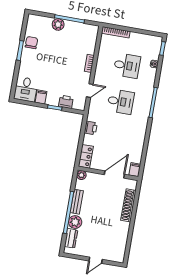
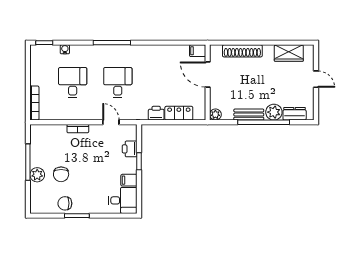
chair: (55, 44) -> (61, 174), added
locker: (86, 156) -> (179, 113), moved
wardrobe: (120, 242) -> (289, 53), added

